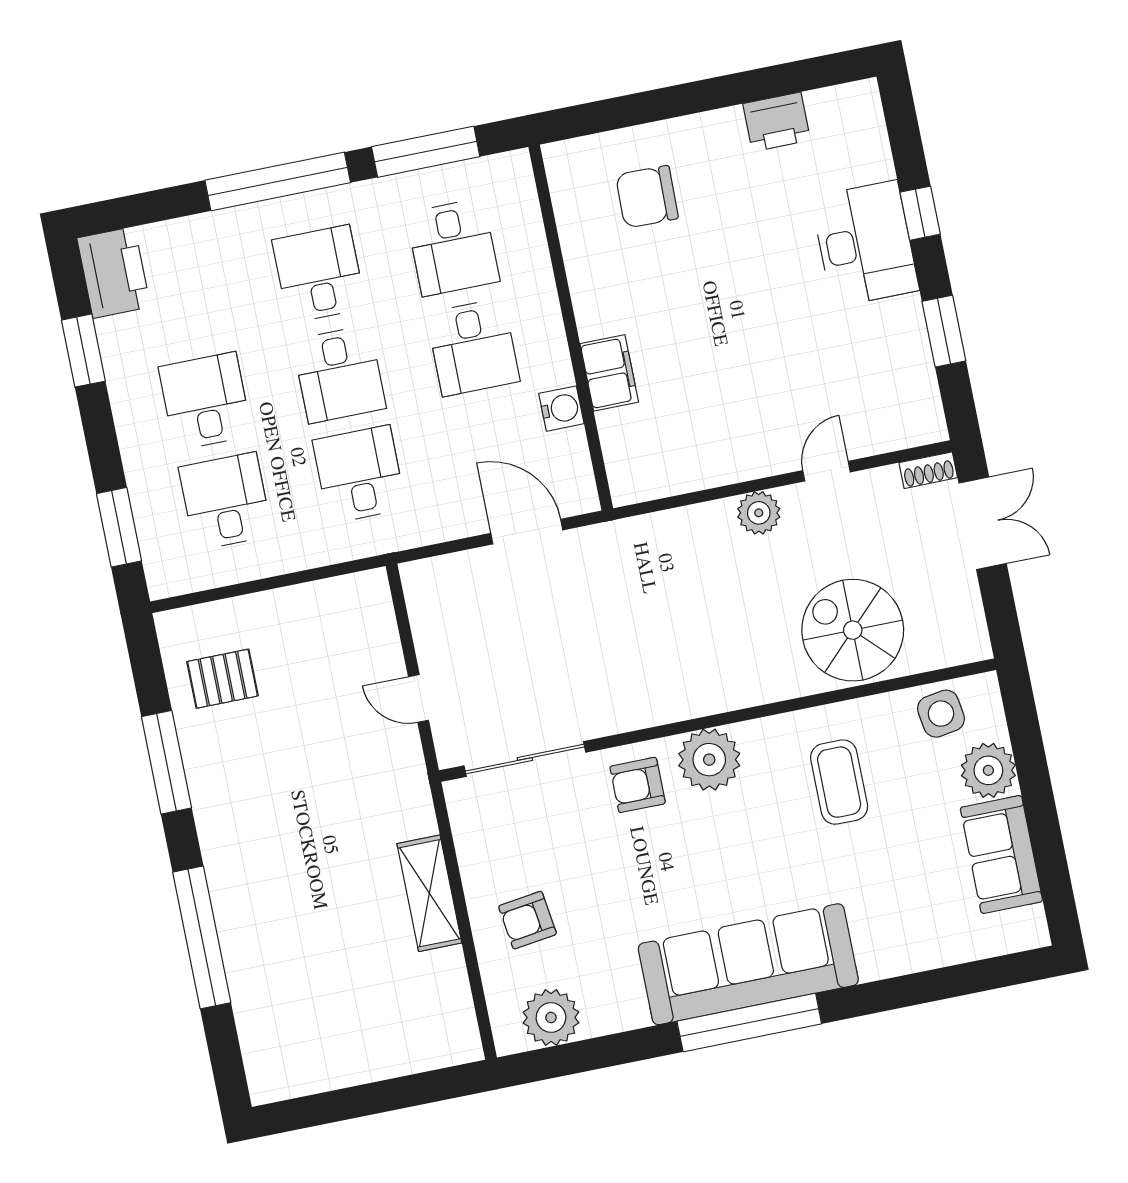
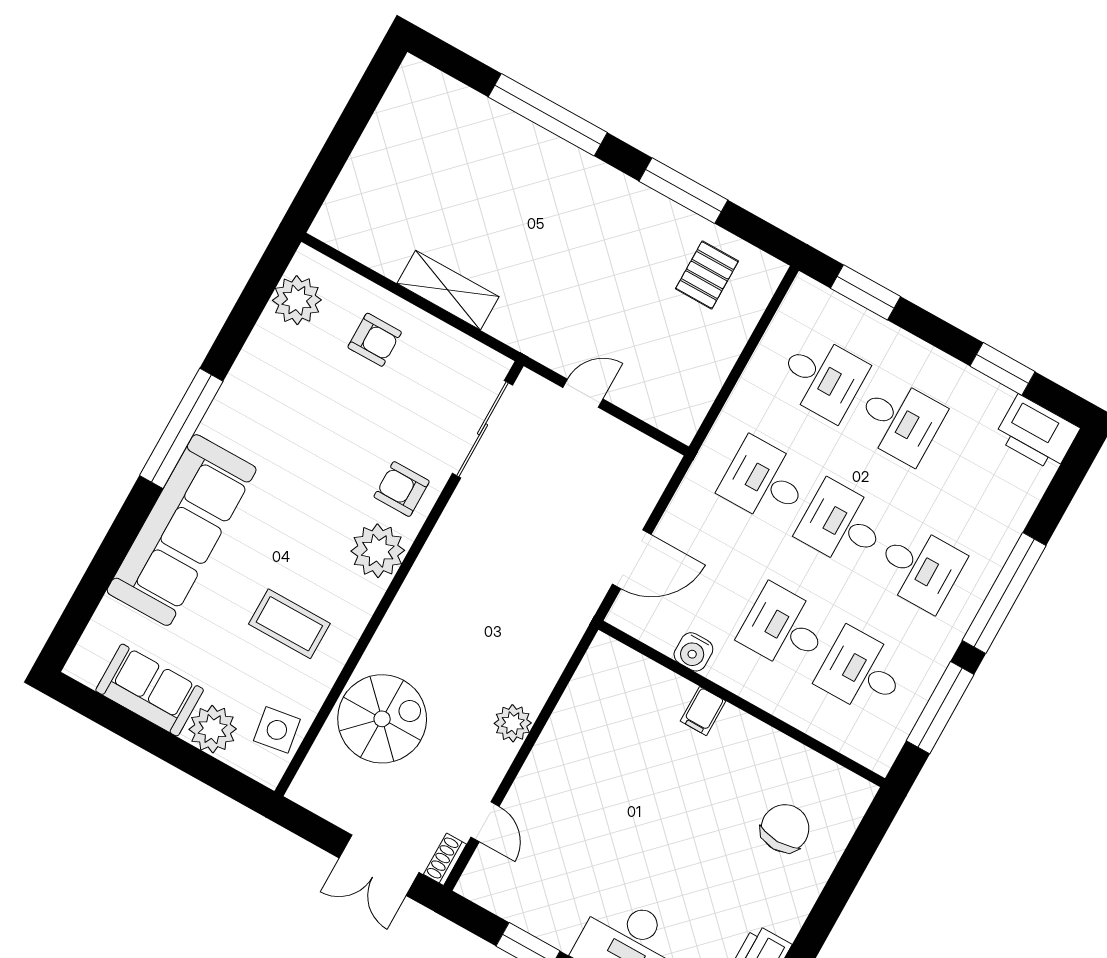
filing cabinet: (609, 373) -> (703, 711), width x0.50
door: (826, 471) -> (485, 822), moved
desk: (359, 474) -> (764, 481), turned 180
armchair: (638, 785) -> (402, 489), turned -90
armchair: (527, 920) -> (375, 340), turned 98
sofa: (748, 964) -> (182, 530), moved

